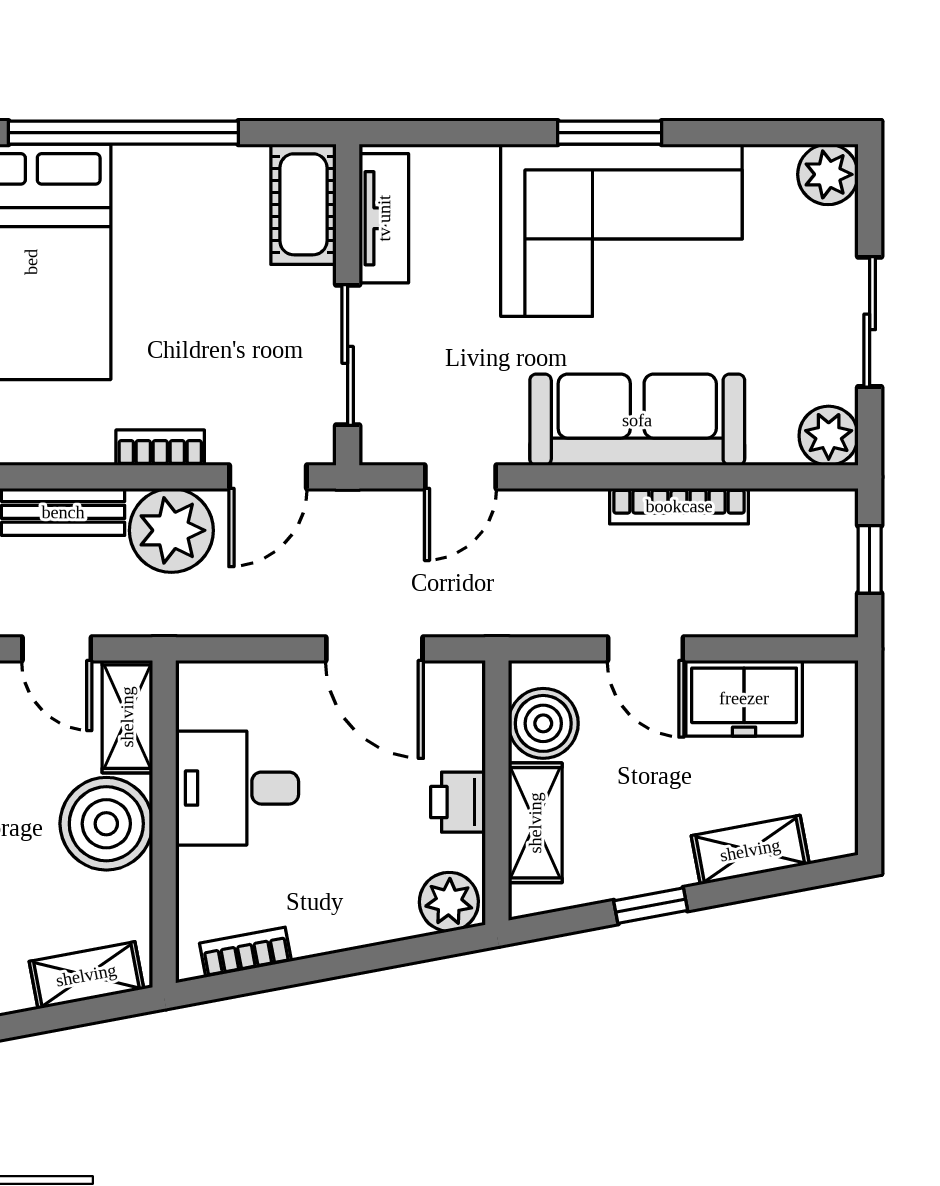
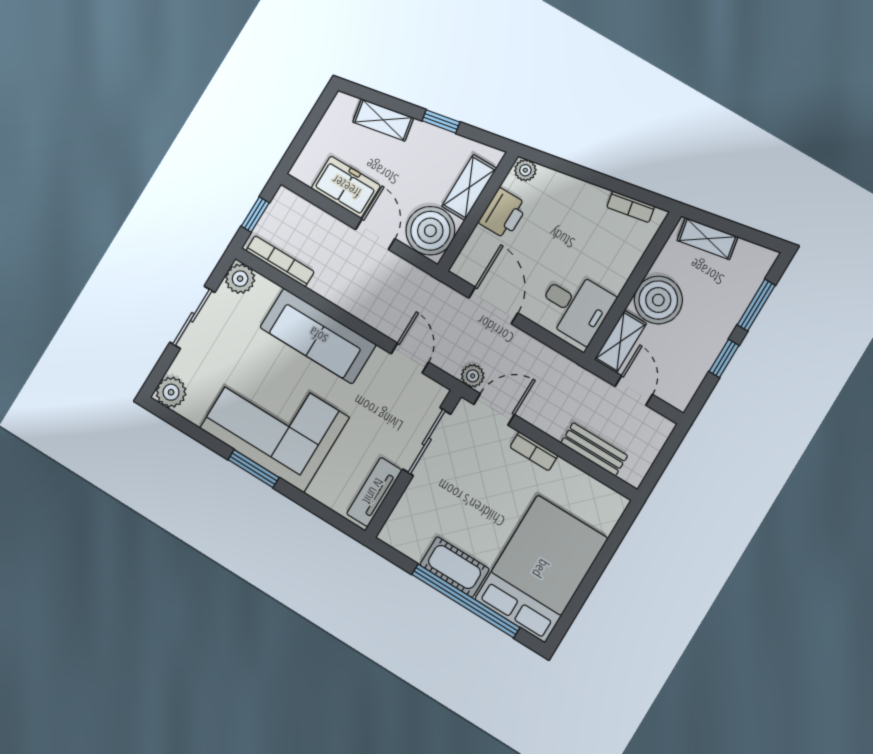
cot: (303, 204) -> (455, 567), moved, turned 90
door: (461, 477) -> (410, 358), hinge flipped
bookcase: (679, 506) -> (280, 261), moved
plant: (171, 530) -> (473, 376), moved, width x0.53, depth x0.53
boiler: (543, 723) -> (430, 231), width x1.37, depth x1.37
desk: (237, 788) -> (575, 306), moved
printer: (458, 802) -> (503, 213), width x1.36, depth x1.24
plant: (449, 902) -> (525, 170), width x0.73, depth x0.73

